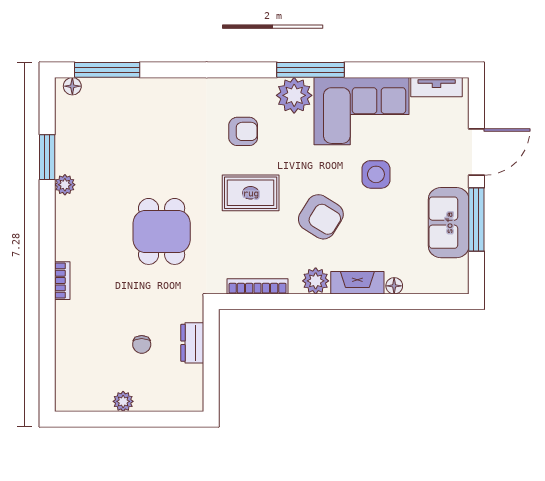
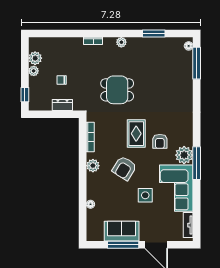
armchair: (243, 131) -> (160, 141), moved
plant: (65, 185) -> (121, 42), moved
fireplace: (357, 283) -> (92, 186), removed
plant: (97, 398) -> (35, 58), added
window: (171, 419) -> (25, 95), added

